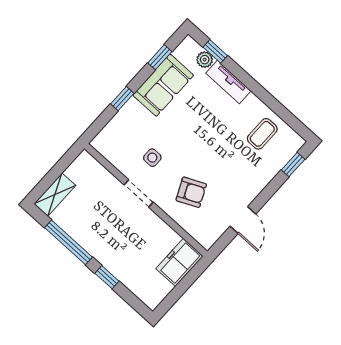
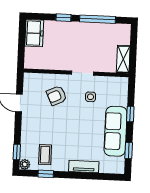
window: (215, 51) -> (46, 174), moved
plant: (205, 60) -> (25, 164), moved
sofa: (163, 85) -> (116, 131), width x1.36
shelving: (55, 195) -> (123, 59), moved
freezer: (179, 262) -> (34, 33), moved

